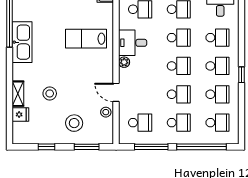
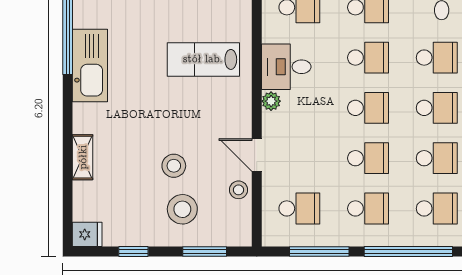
stool: (50, 93) -> (174, 166), moved
fridge: (20, 114) -> (87, 234), moved

